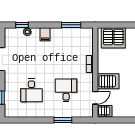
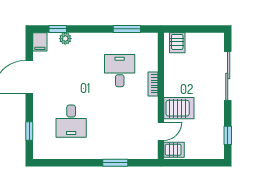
filing cabinet: (45, 34) -> (40, 42), moved
server rack: (113, 38) -> (177, 43), width x0.46, depth x0.70
desk: (66, 90) -> (120, 71), moved

